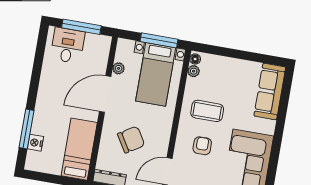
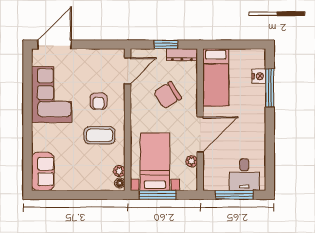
sofa: (270, 91) -> (43, 171), width x0.73

